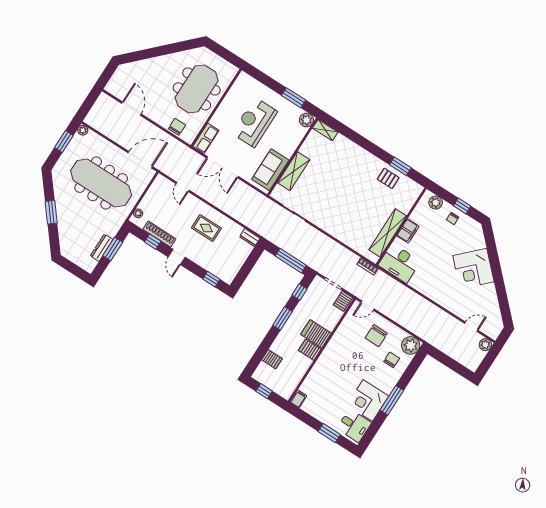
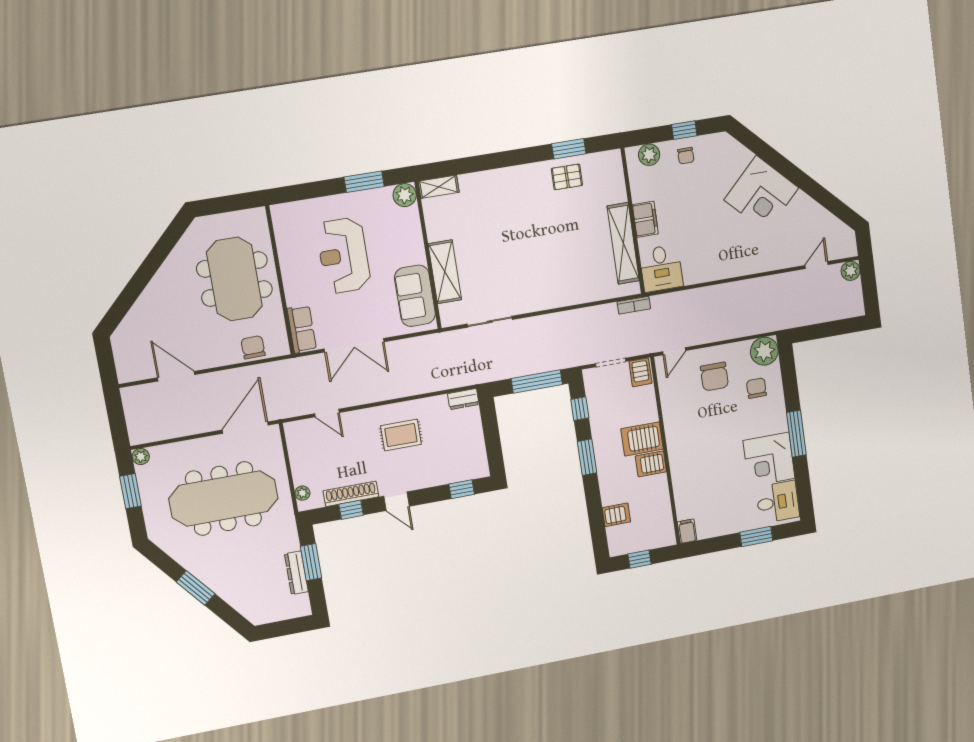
desk: (399, 263) -> (661, 268), width x0.73

